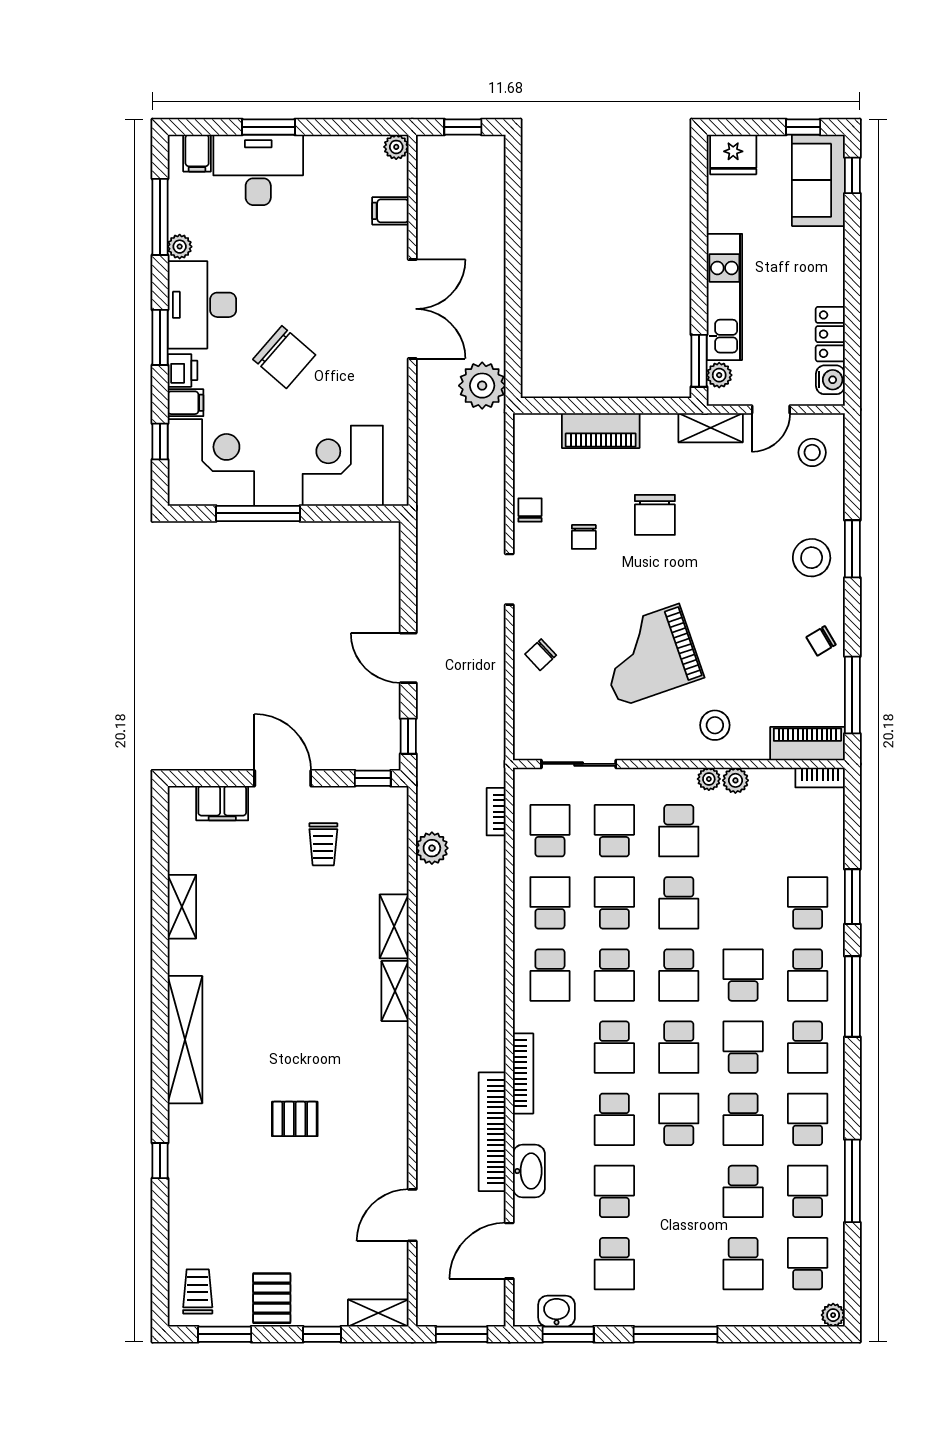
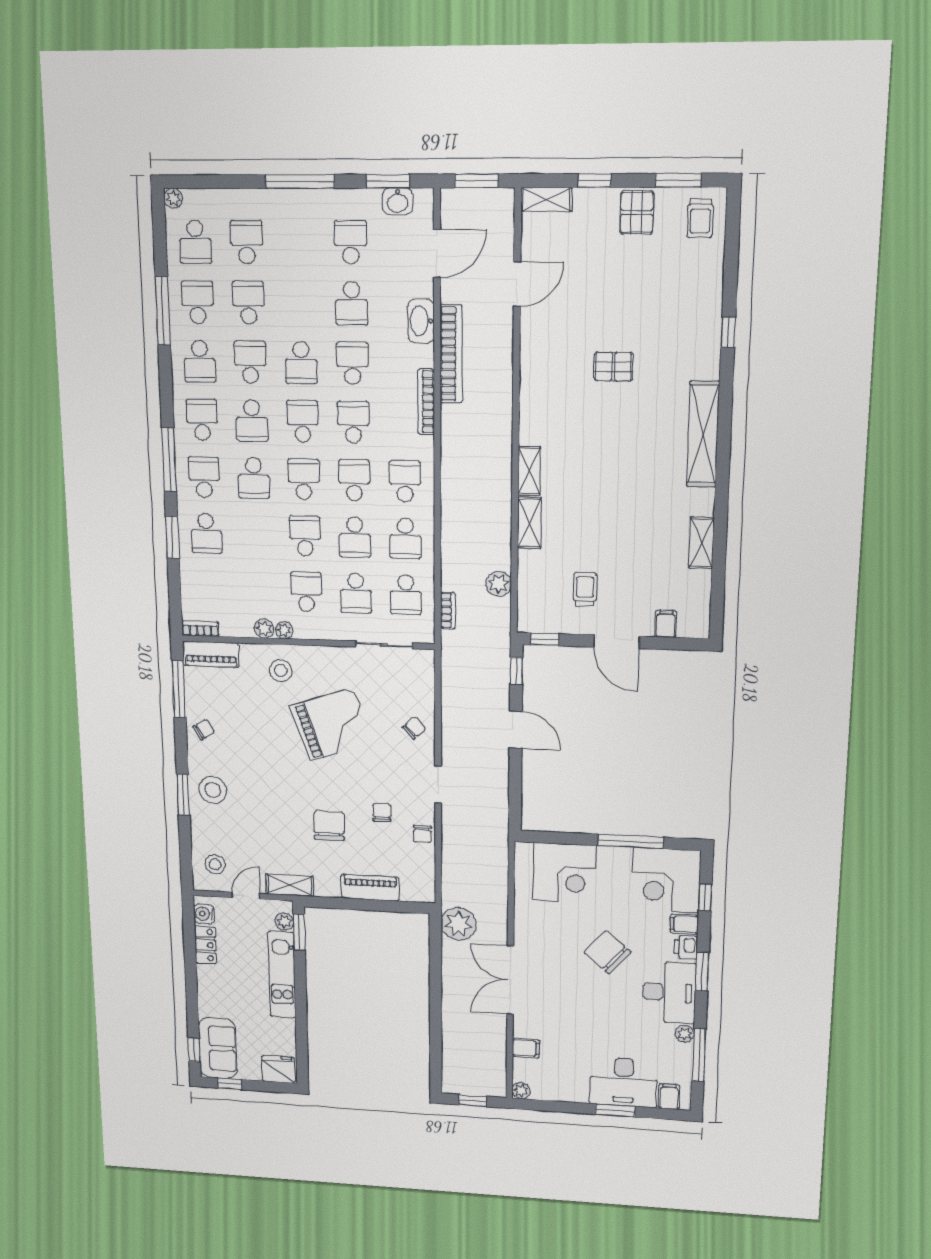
filing cabinet: (222, 803) -> (666, 624), width x0.50
school desk: (808, 1191) -> (198, 302), turned 180

